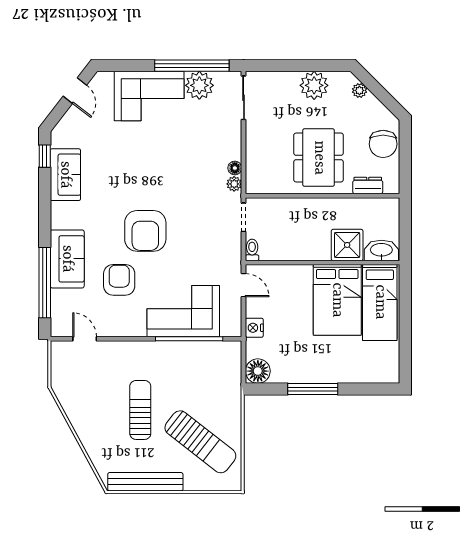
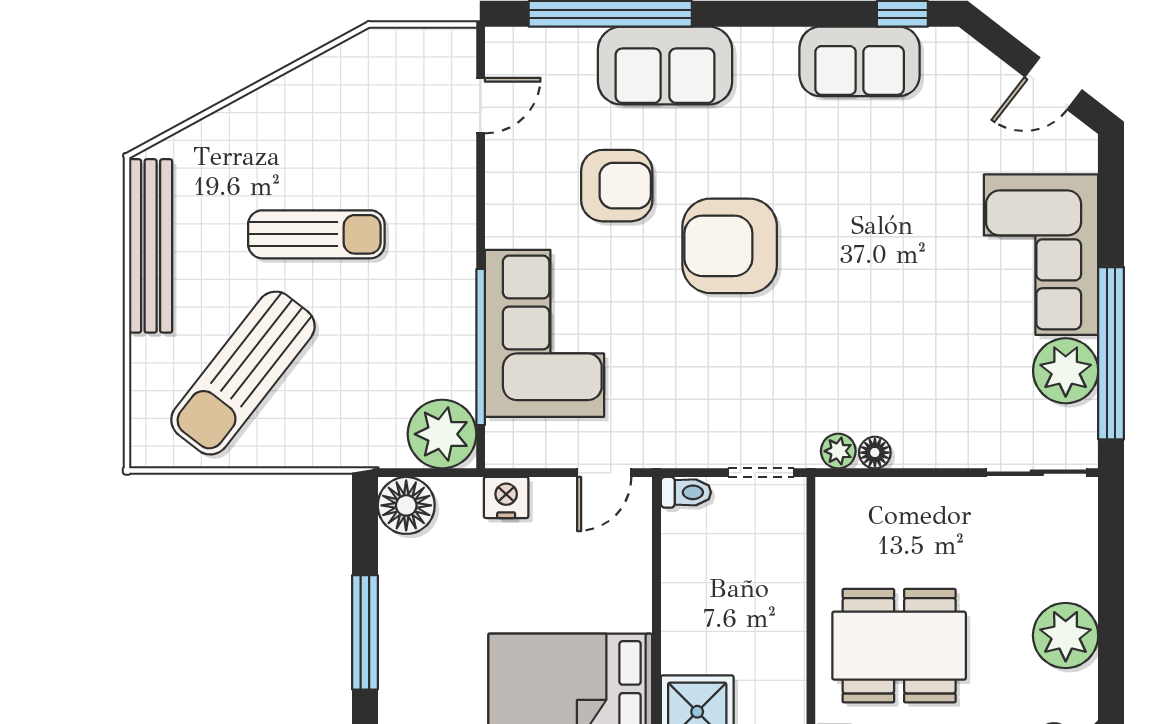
plant: (227, 356) -> (442, 434), added

